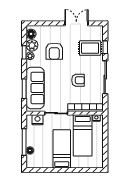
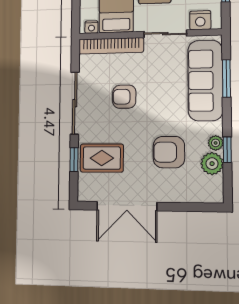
double door: (76, 23) -> (127, 206), width x1.37
floor lamp: (31, 34) -> (214, 186), removed
armchair: (54, 51) -> (169, 152), turned -90

